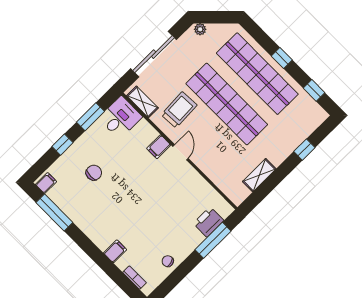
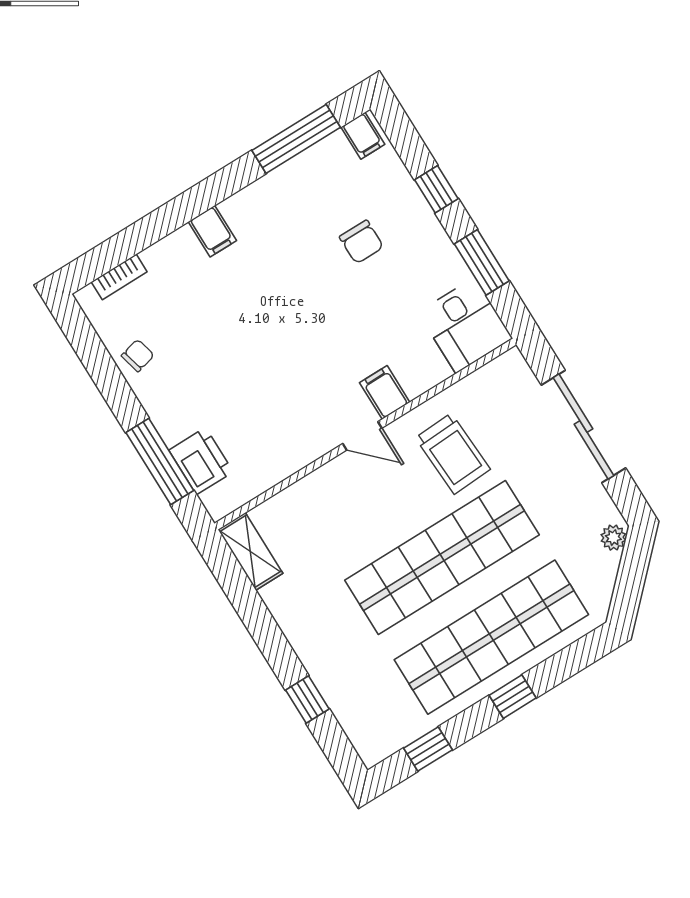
shelving: (142, 102) -> (488, 380), removed
shelving: (259, 175) -> (250, 551), moved
filing cabinet: (115, 251) -> (212, 231), moved

